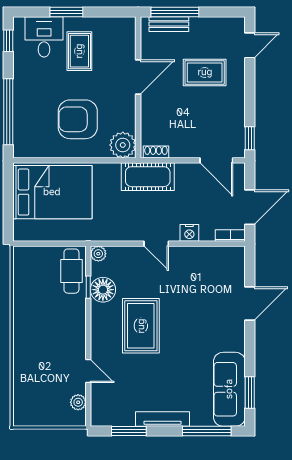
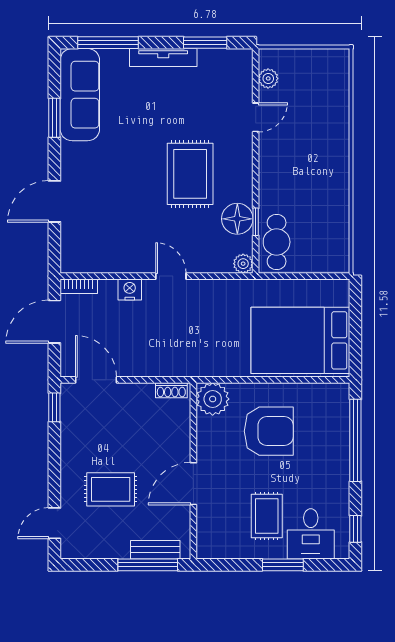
cot: (148, 177) -> (182, 360), removed
door: (88, 371) -> (256, 117), swing flipped
window: (250, 393) -> (54, 118), moved

